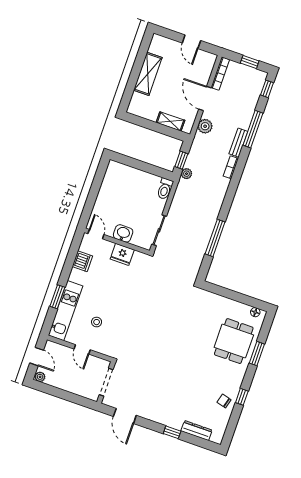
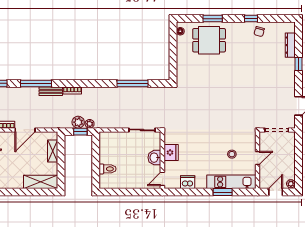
shelving: (148, 74) -> (41, 182), moved
plant: (205, 126) -> (78, 122), moved
toilet: (165, 189) -> (108, 169), moved

